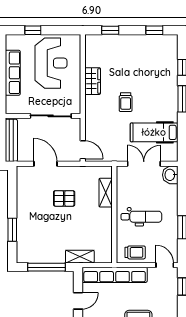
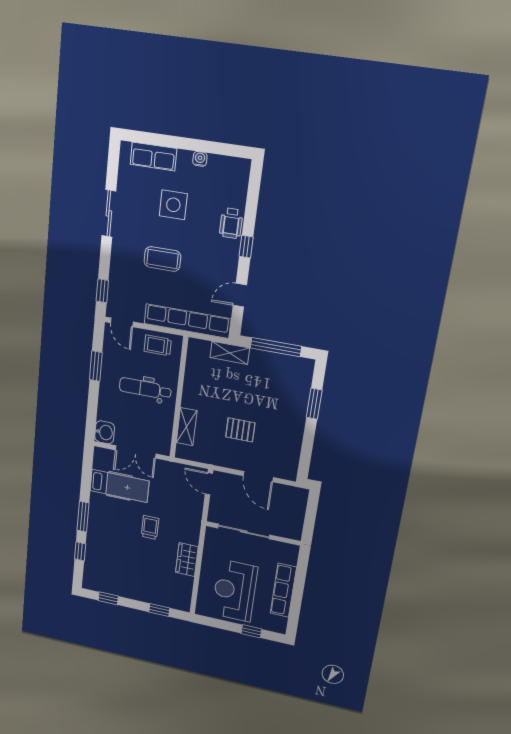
bench: (11, 140) -> (298, 513), removed

